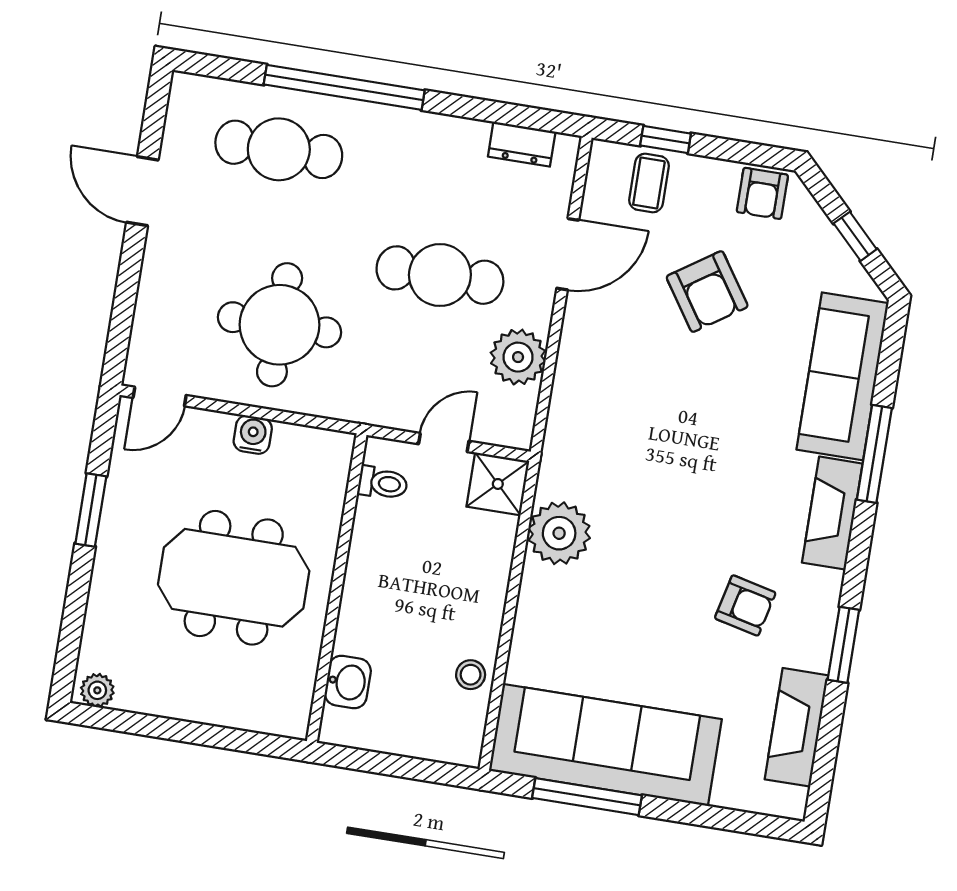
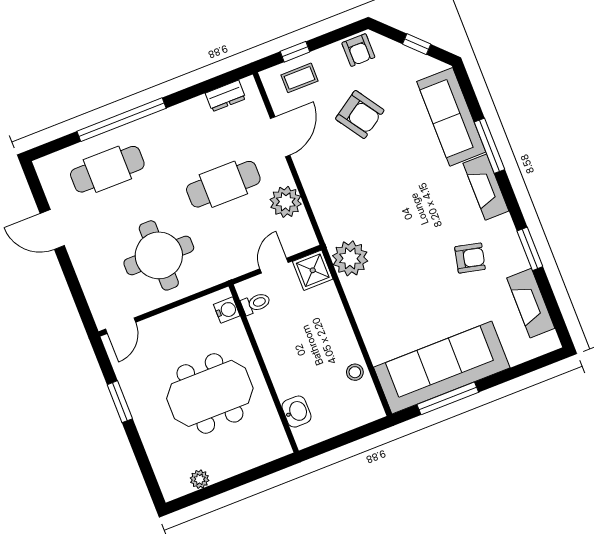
coffee table: (649, 183) -> (300, 78), turned 90
water cooler: (253, 435) -> (227, 310), moved, turned 90
plant: (559, 533) -> (350, 258), moved
plant: (97, 690) -> (200, 479), moved

